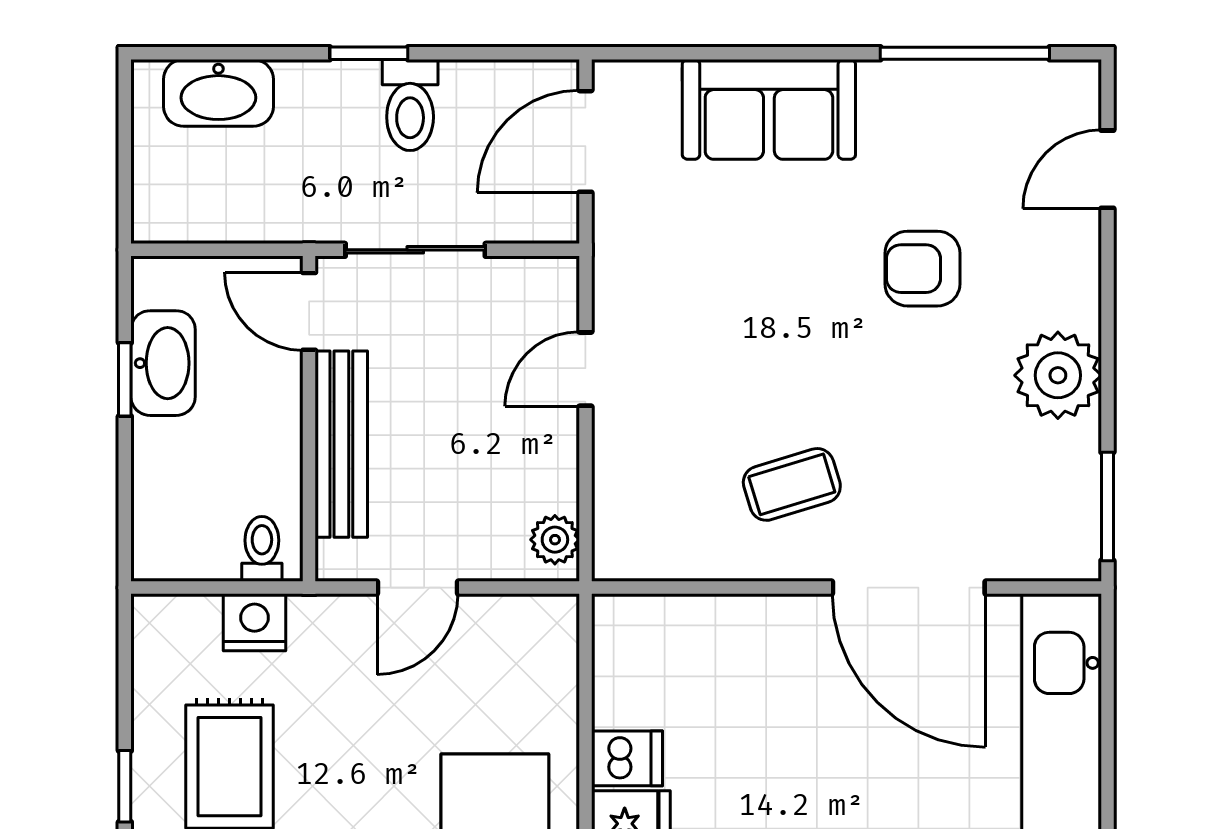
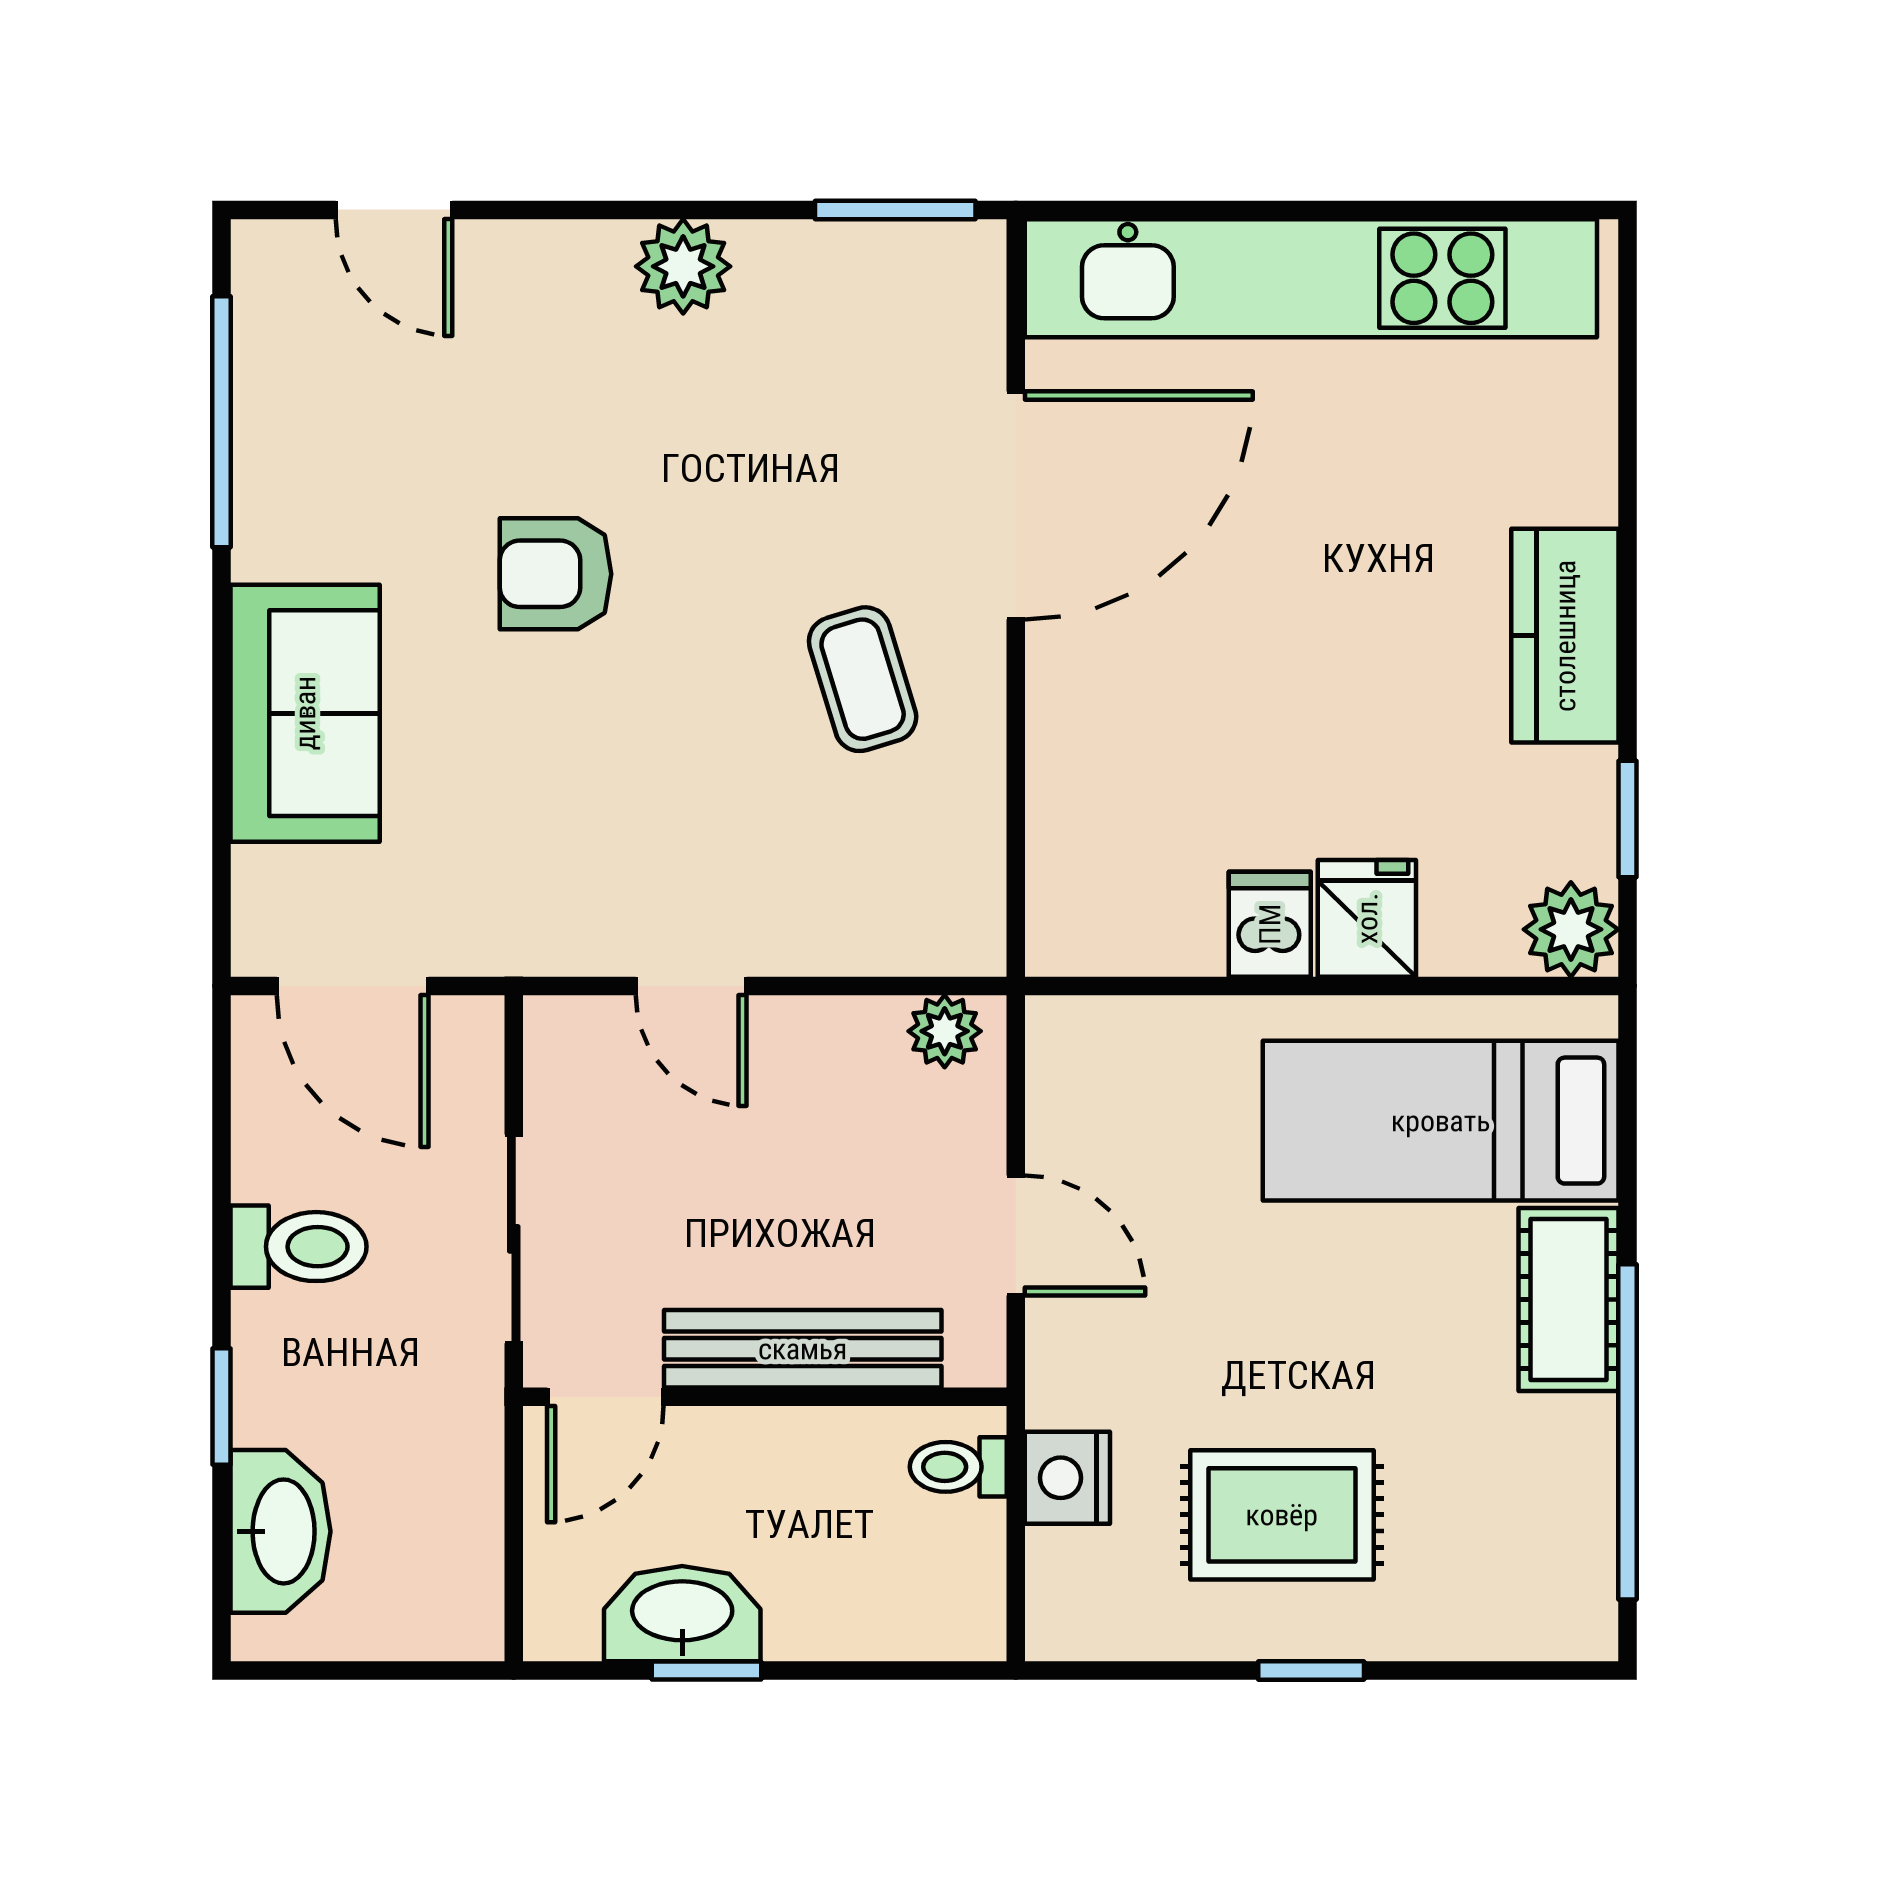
window: (369, 53) -> (222, 1406), moved
armchair: (922, 269) -> (556, 574), moved, turned 90
plant: (1058, 375) -> (683, 266), width x0.73, depth x0.73

